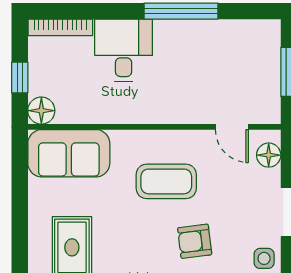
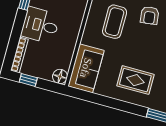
window: (20, 77) -> (28, 80), moved

